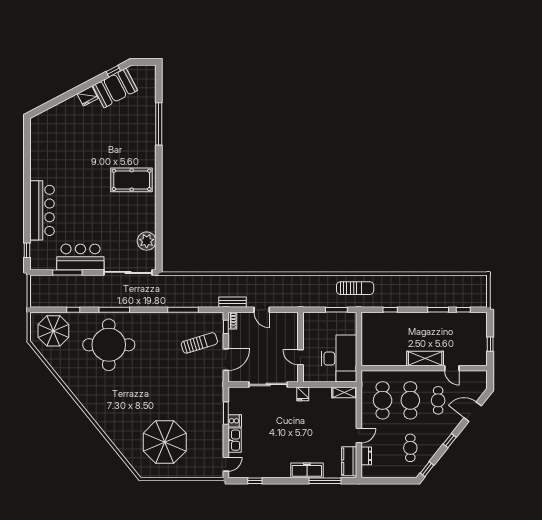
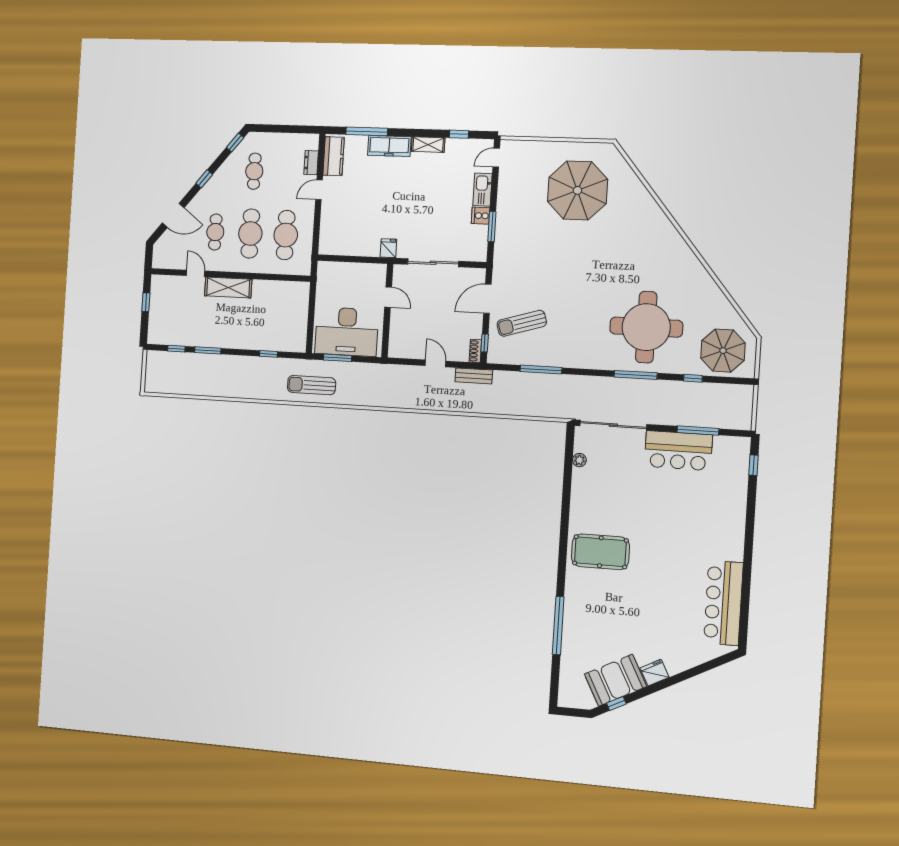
bar counter: (42, 210) -> (723, 603), moved
plant: (147, 241) -> (579, 460), width x0.53, depth x0.53
desk: (339, 358) -> (347, 332), moved, turned -90
shelving: (344, 392) -> (428, 145), moved

